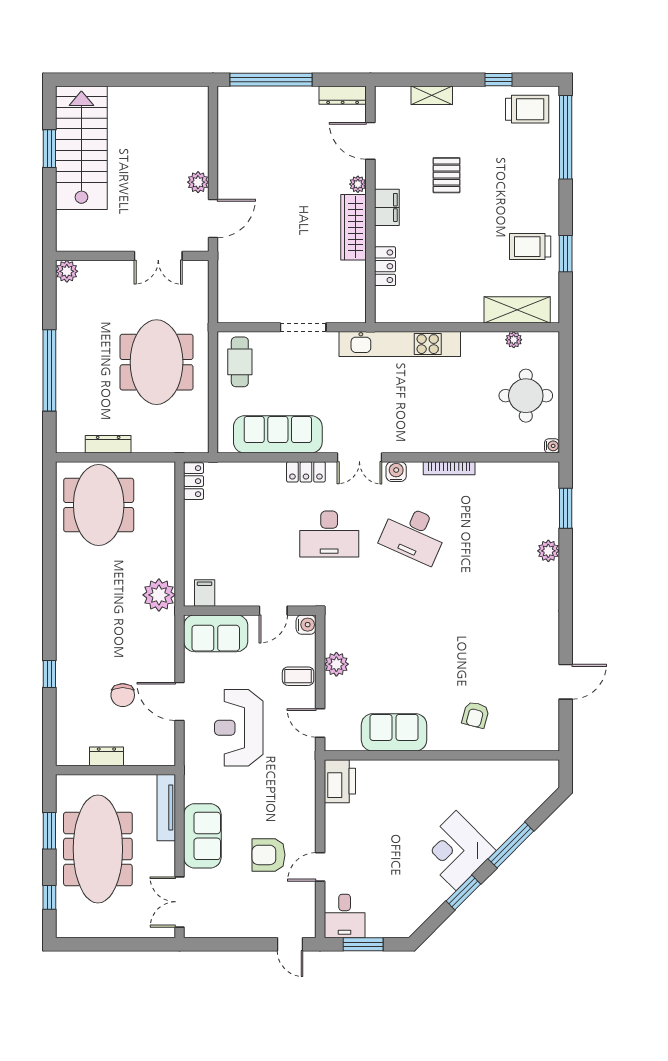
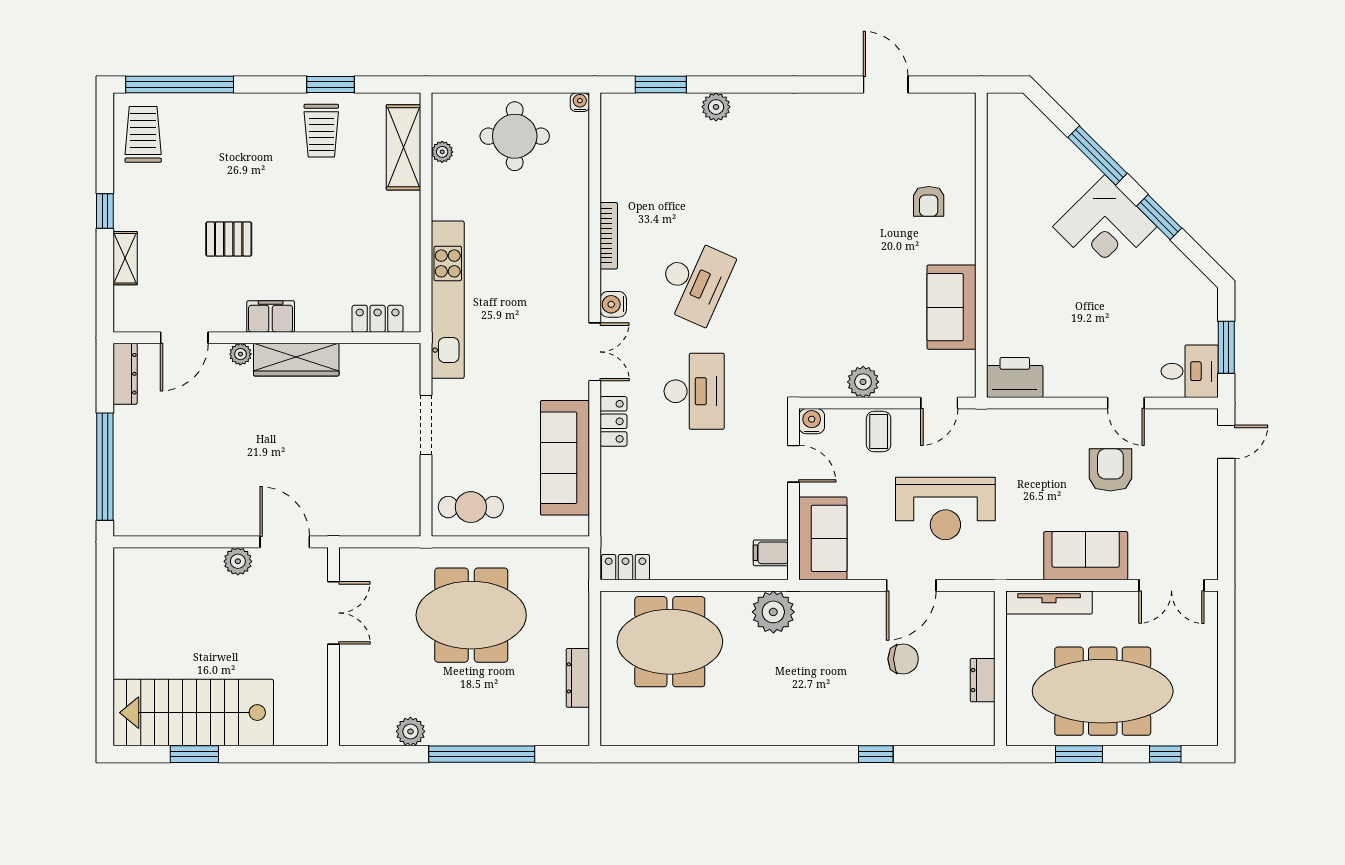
window: (499, 80) -> (105, 211), moved
locker: (385, 266) -> (378, 319), moved
plant: (67, 271) -> (410, 731), moved
meeting table: (99, 505) -> (670, 642), moved
armchair: (475, 715) -> (929, 201), turned 75
armchair: (269, 855) -> (1110, 470), turned 180

